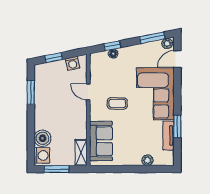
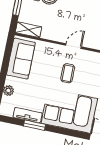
door: (88, 92) -> (74, 46), moved
sofa: (101, 141) -> (21, 59), moved, turned -90

